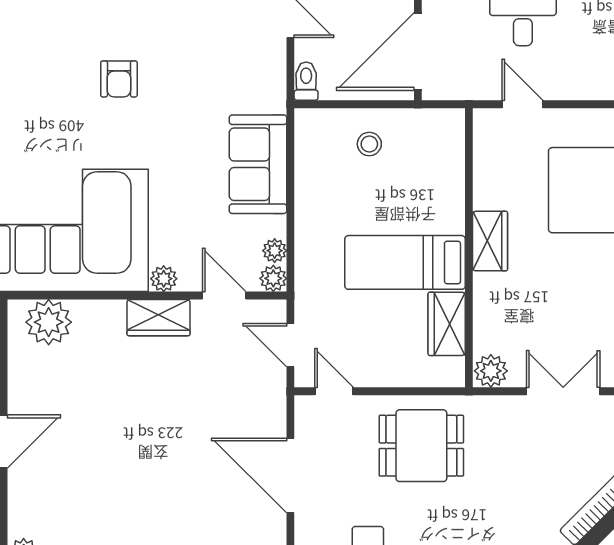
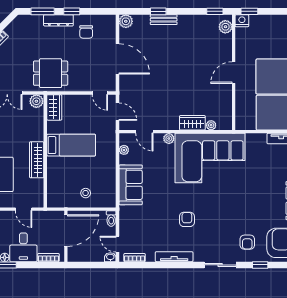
wardrobe: (490, 241) -> (37, 160), width x1.50
plant: (273, 278) -> (124, 139), removed
wardrobe: (159, 318) -> (192, 123), moved
plant: (49, 322) -> (211, 125), width x0.53, depth x0.53
wardrobe: (447, 324) -> (54, 107), moved
dining table: (421, 446) -> (51, 73), moved

